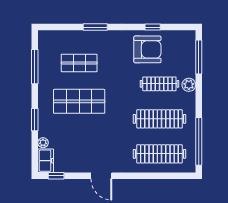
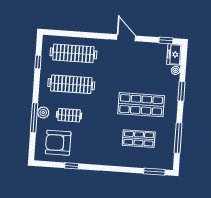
window: (95, 27) -> (154, 172), moved
armchair: (147, 49) -> (58, 143), moved
window: (199, 57) -> (34, 118), moved
clothes rail: (159, 84) -> (69, 115), width x0.73
window: (199, 141) -> (38, 62), width x0.32

